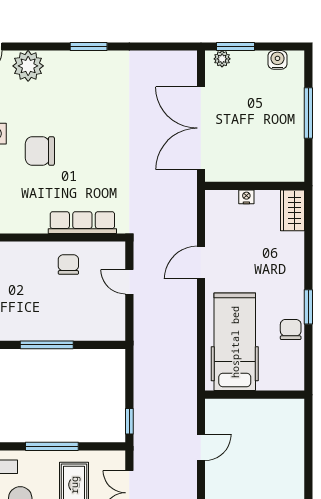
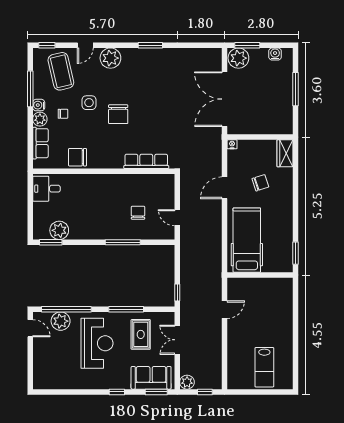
plant: (222, 59) -> (238, 58), width x1.87, depth x1.87
chair: (40, 151) -> (118, 114), turned -90
nightstand: (246, 197) -> (232, 144), moved
chair: (68, 265) -> (138, 213), moved
door: (129, 282) -> (177, 218), moved
window: (308, 307) -> (295, 253), moved
chair: (291, 330) -> (260, 183), moved, turned 72

